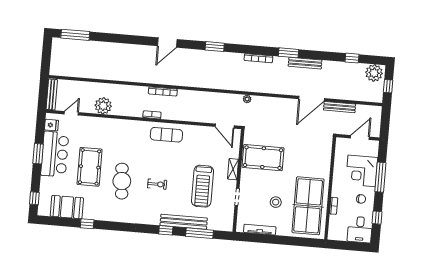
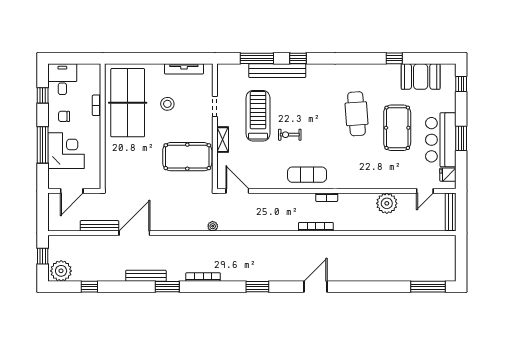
exercise bike: (157, 184) -> (290, 135), moved

